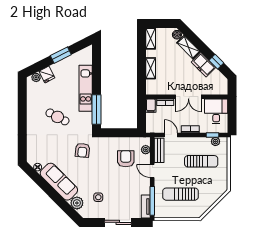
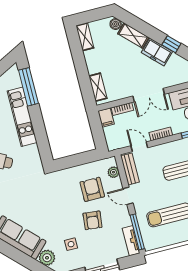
shelving: (151, 68) -> (98, 87), moved
window: (97, 110) -> (28, 87), moved
armchair: (82, 150) -> (93, 220), moved

